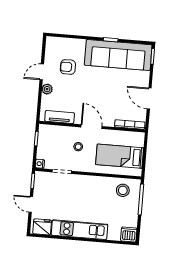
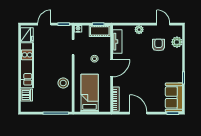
plant: (66, 44) -> (177, 42), added
sofa: (118, 55) -> (174, 97), width x0.54, depth x0.79
door: (42, 72) -> (163, 24), moved
door: (149, 99) -> (138, 113), hinge flipped
cot: (45, 137) -> (100, 31), added
stool: (123, 190) -> (63, 83), moved
dishwasher: (129, 234) -> (27, 95), moved

